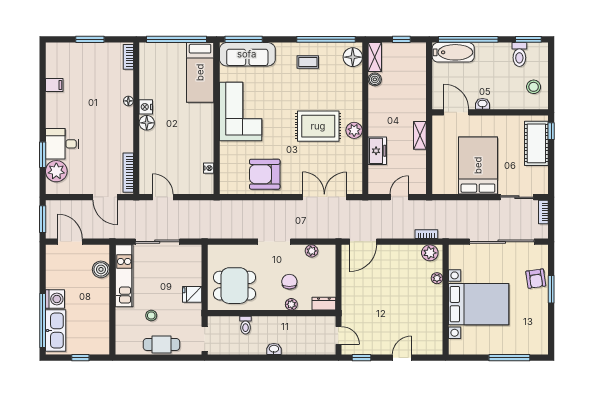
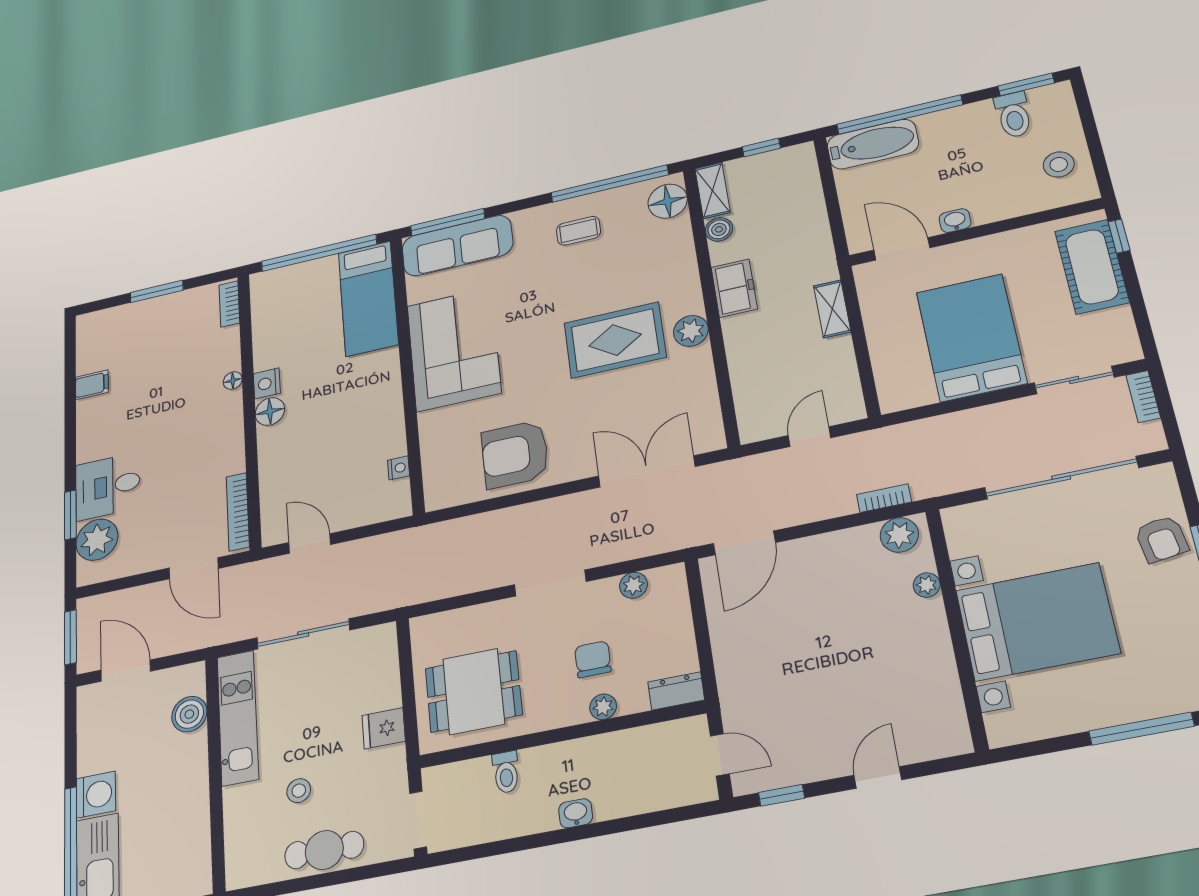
freezer: (377, 151) -> (734, 288), moved

